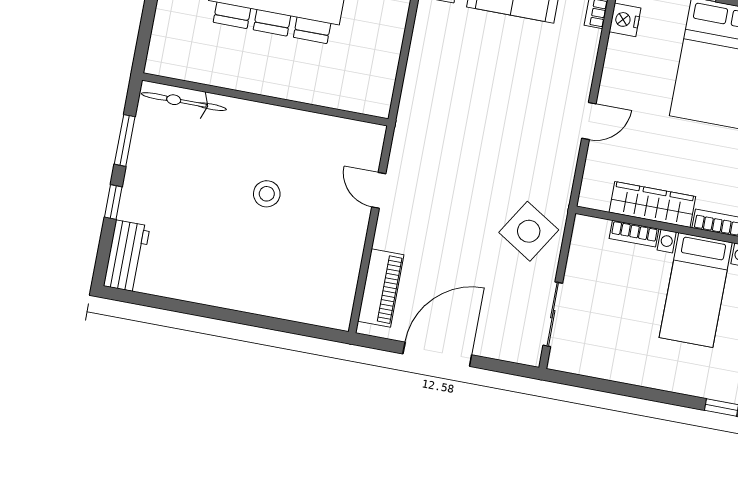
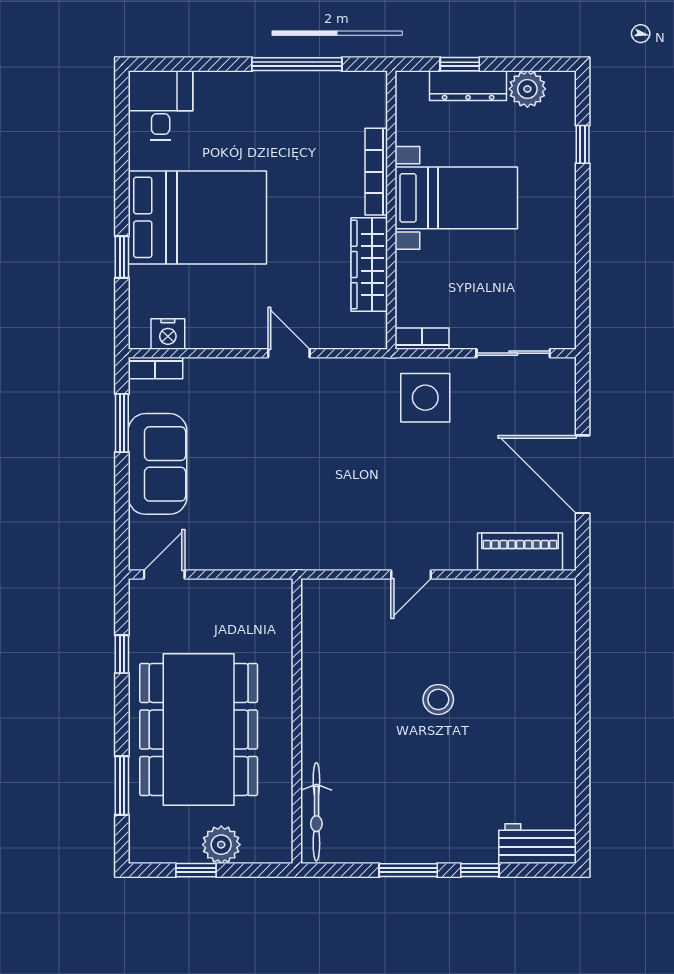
wall: (265, 99) -> (297, 721), moved
bicycle: (184, 102) -> (316, 812), moved
side table: (529, 231) -> (425, 398), turned -32
bookcase: (634, 234) -> (422, 339), moved, turned -90

